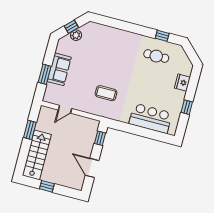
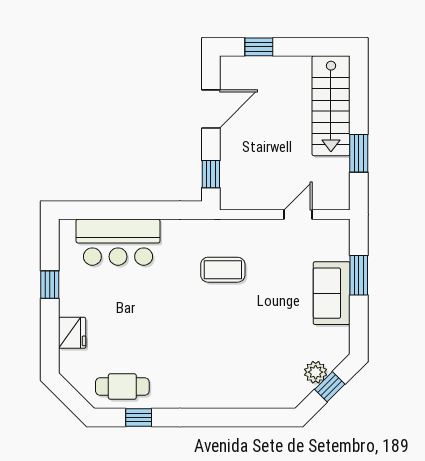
cafe table: (156, 56) -> (122, 387), moved
door: (92, 168) -> (211, 109), hinge flipped
window: (47, 186) -> (259, 47), moved

